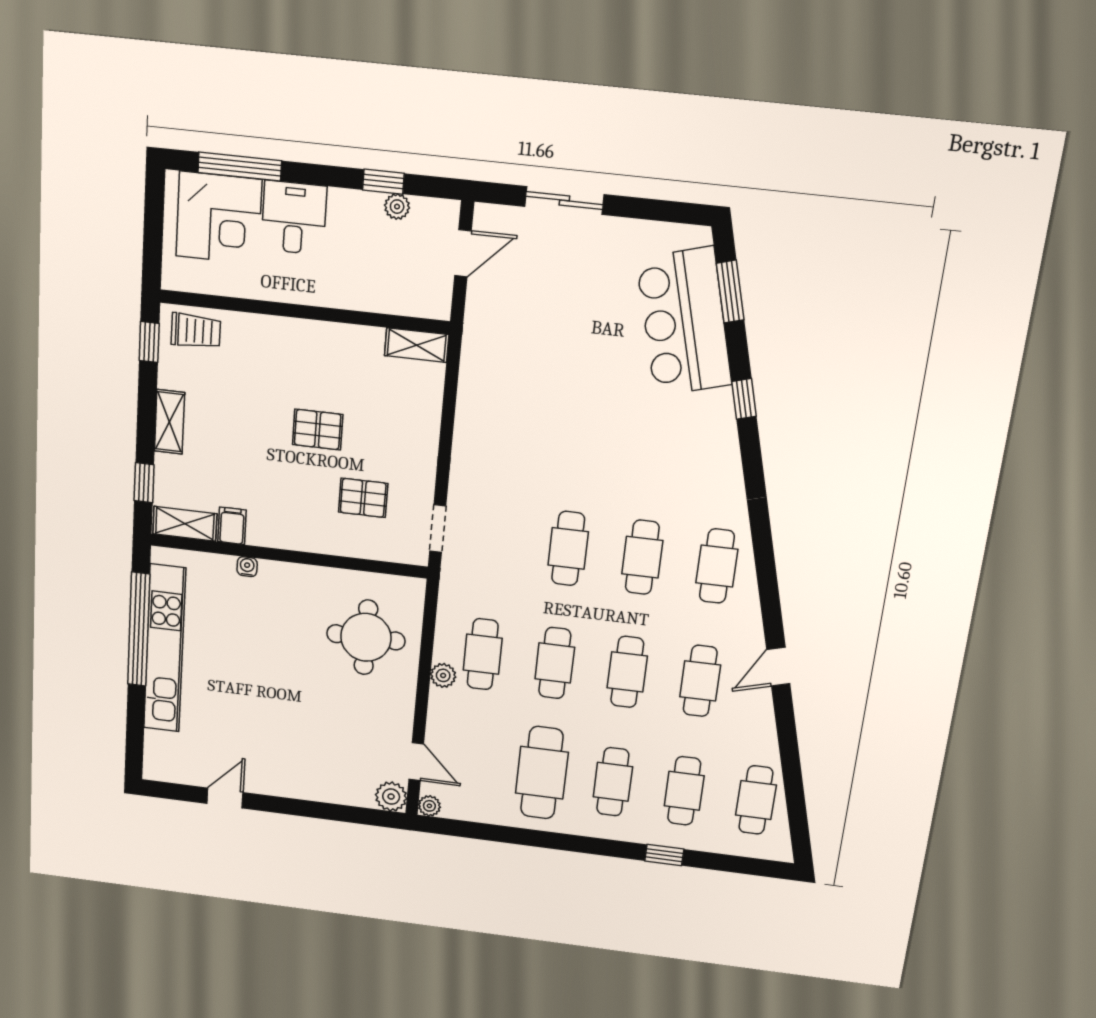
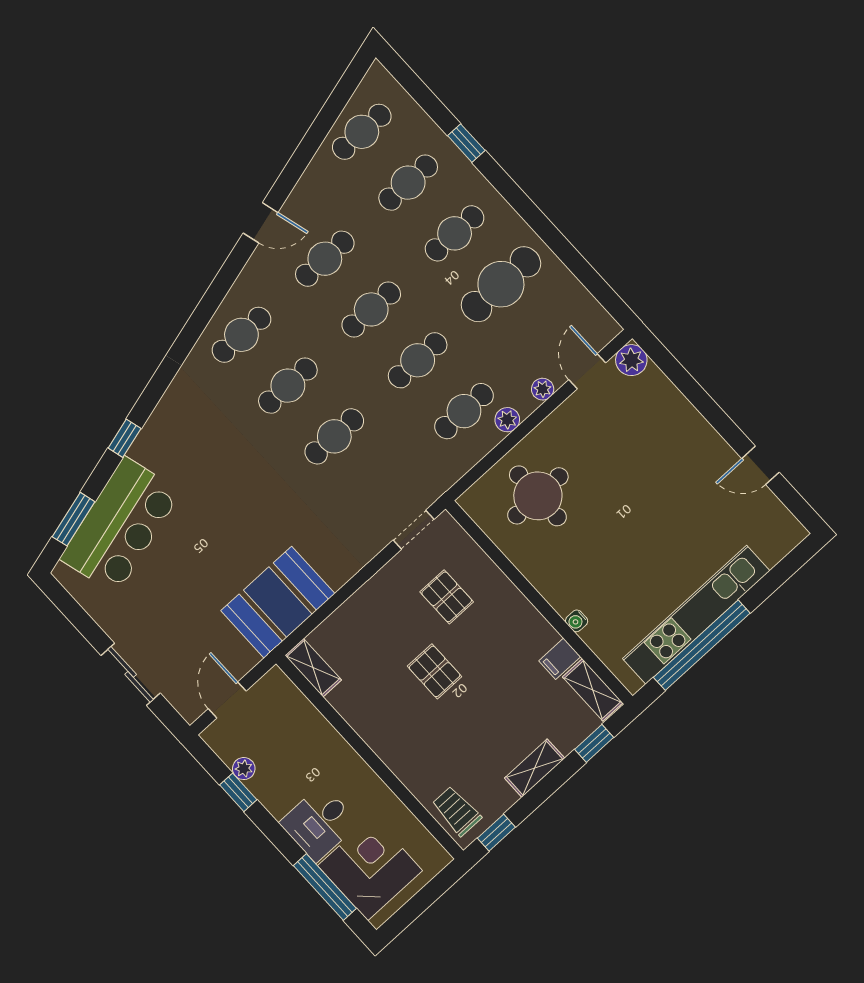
door: (463, 253) -> (227, 700), hinge flipped
booth: (494, 374) -> (278, 602), added
plant: (429, 806) -> (543, 389), moved

